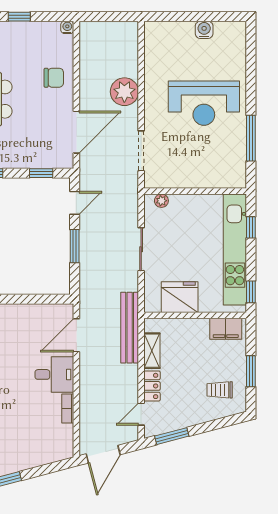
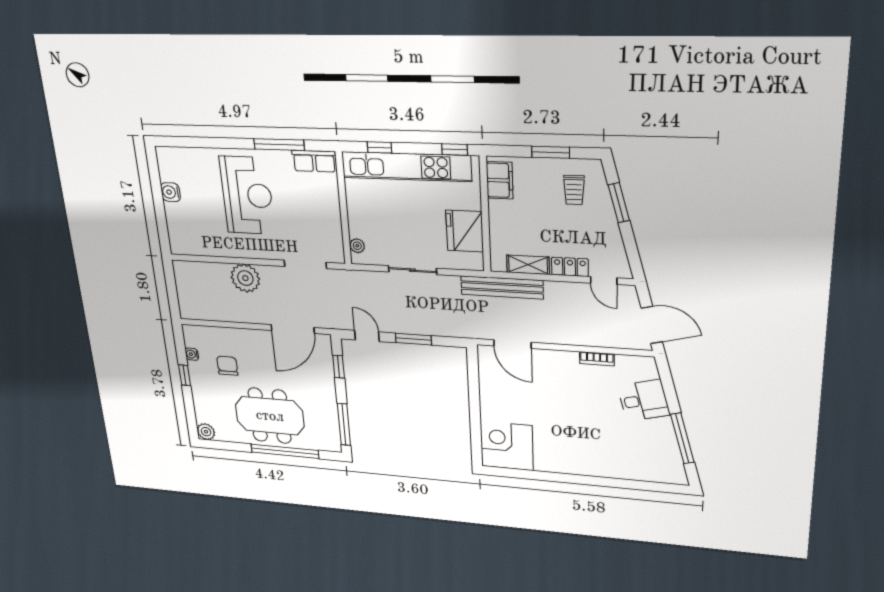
water cooler: (67, 27) -> (192, 354), moved
chair: (54, 78) -> (227, 366), moved
door: (76, 132) -> (293, 329), swing flipped
row of seats: (237, 168) -> (314, 161), added
desk: (54, 374) -> (644, 400), moved, turned 75
window: (172, 436) -> (619, 203), moved

